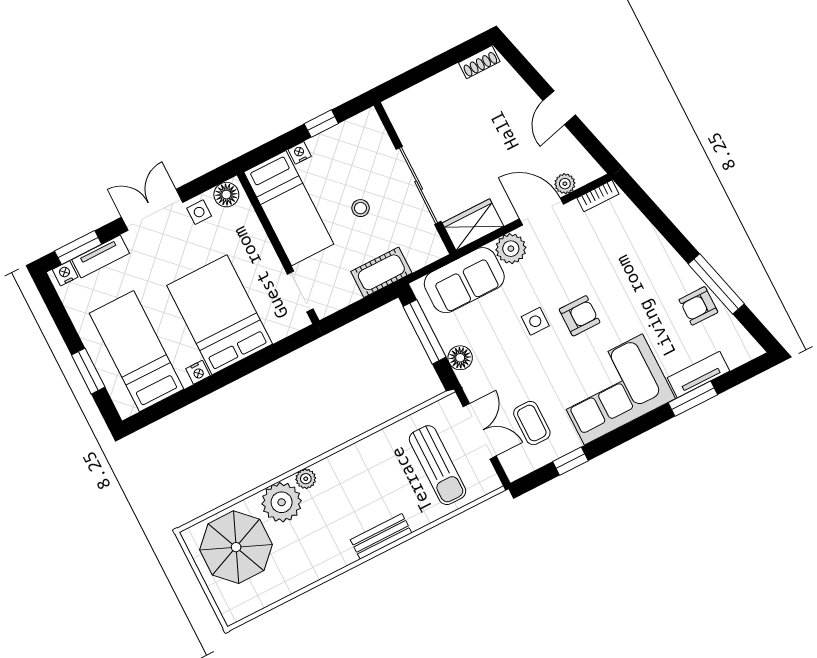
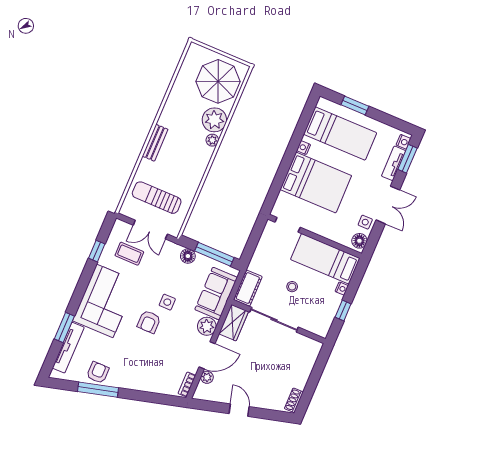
cot: (381, 272) -> (248, 288), moved
tv unit: (699, 374) -> (68, 348), width x1.41

